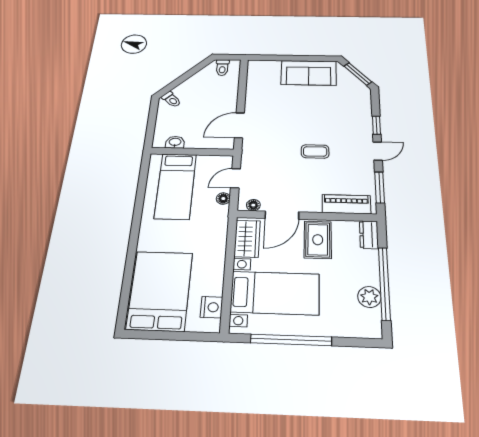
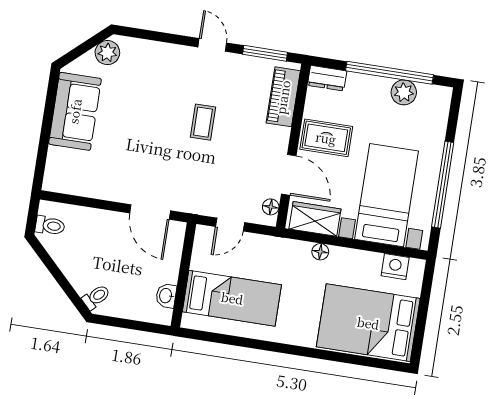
window: (358, 74) -> (86, 47), removed
plant: (356, 87) -> (107, 53), added
window: (376, 125) -> (173, 39), removed
door: (236, 178) -> (230, 224), hinge flipped
floor lamp: (223, 199) -> (320, 252), moved

